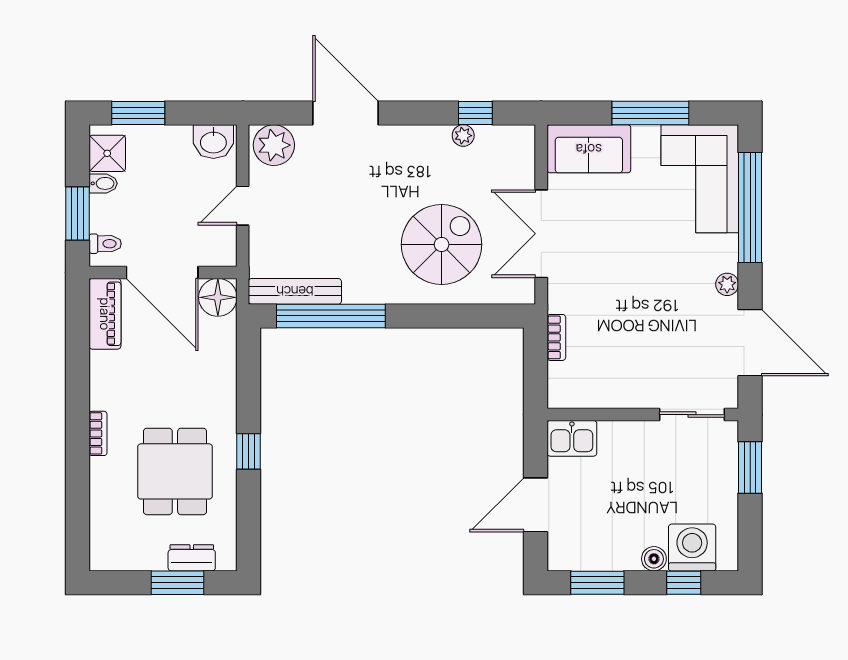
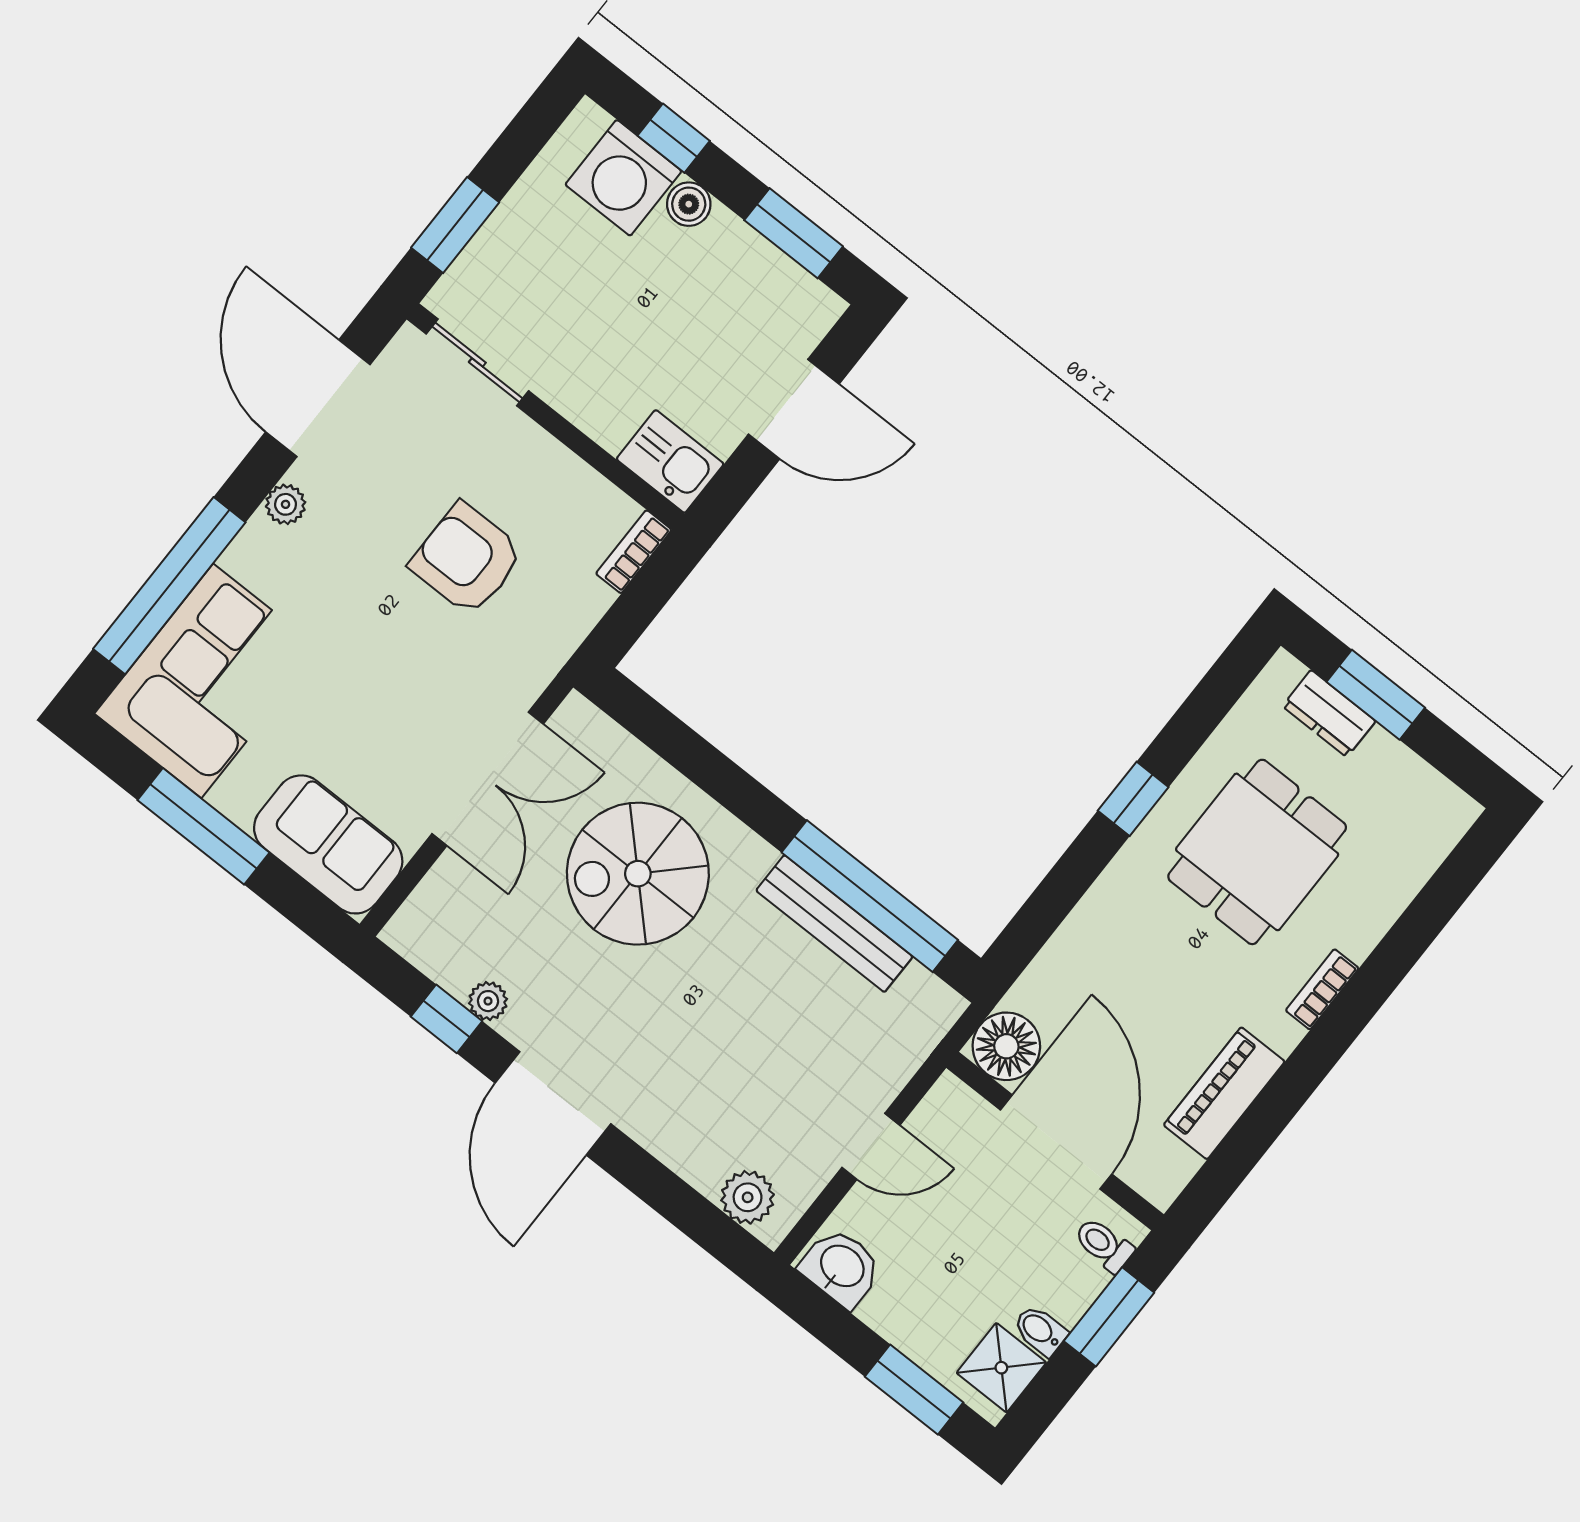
door: (346, 113) -> (553, 1103), moved
plant: (274, 145) -> (748, 1197), width x0.73, depth x0.73
bench: (295, 291) -> (834, 924), moved
piano: (105, 314) -> (1224, 1093), moved
armchair: (628, 324) -> (467, 559), added
bookcase: (556, 337) -> (634, 552), moved

